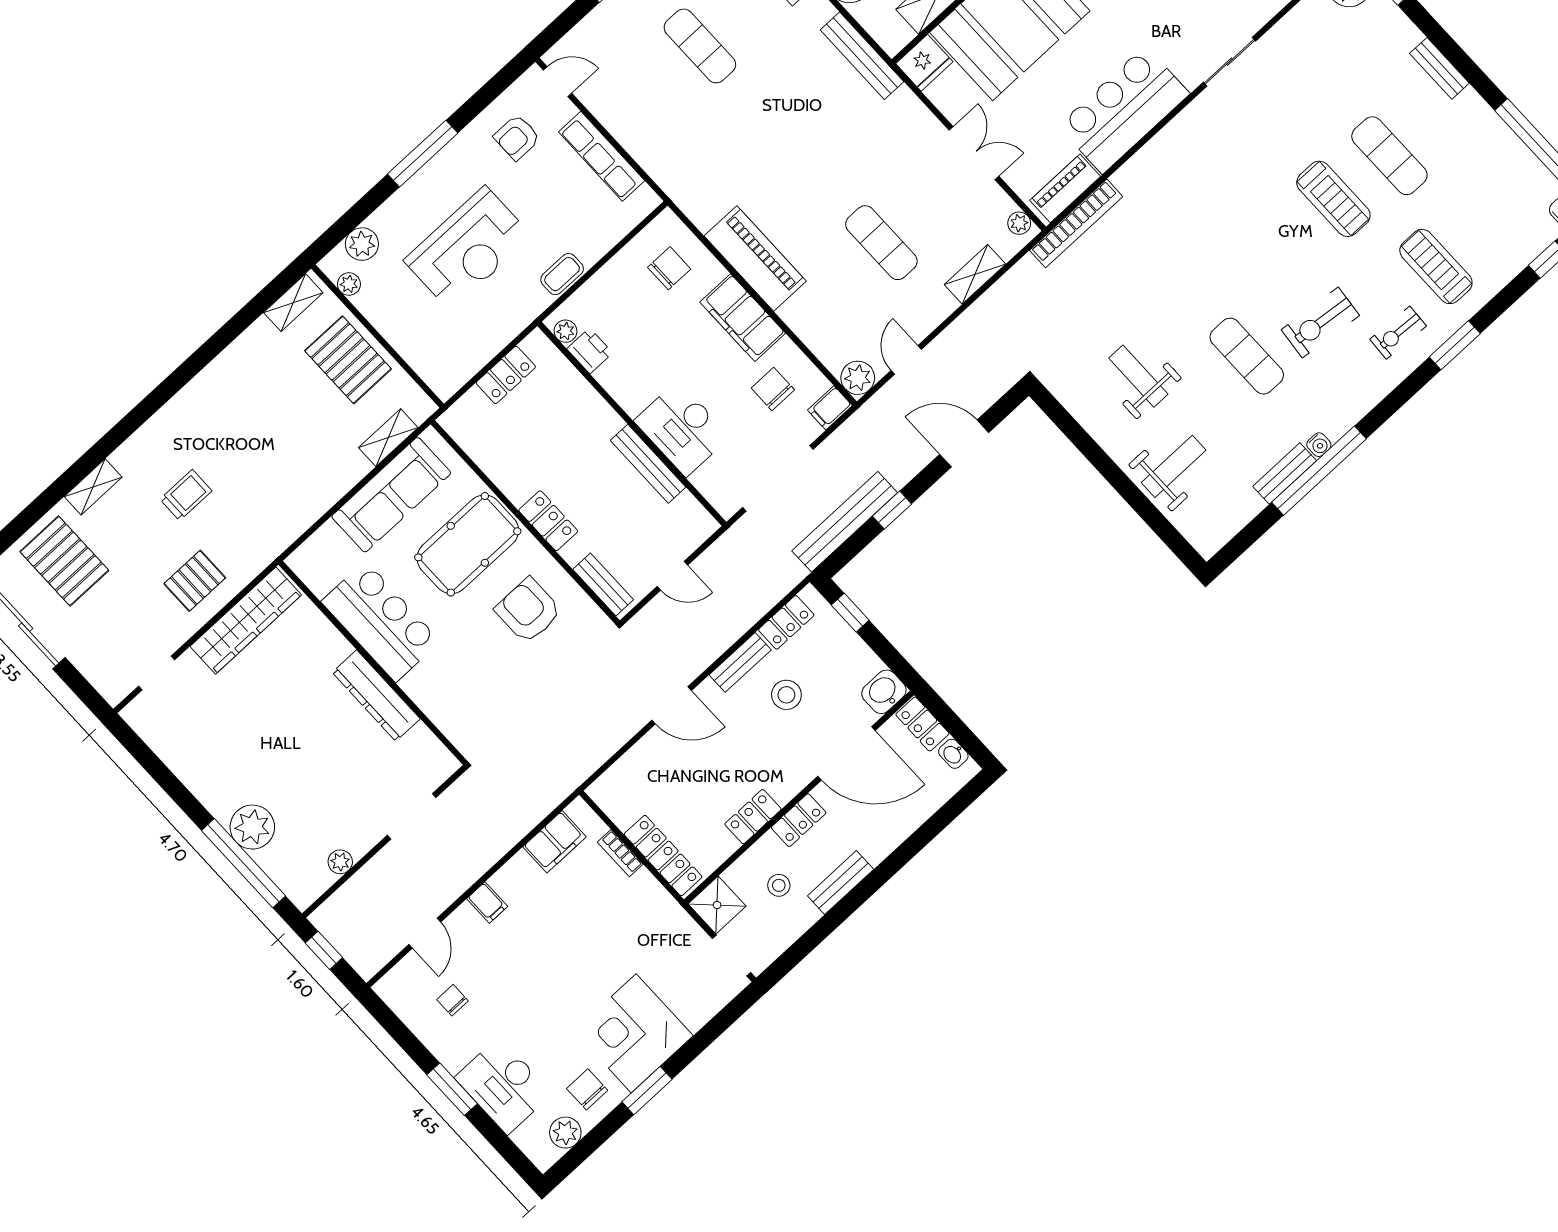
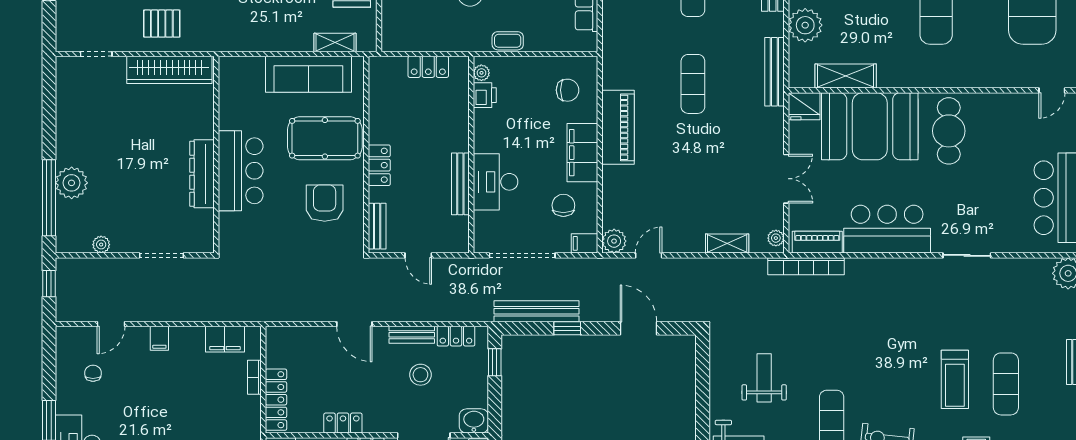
exercise mat: (881, 243) -> (693, 84), moved
bar counter: (381, 622) -> (241, 171), moved

